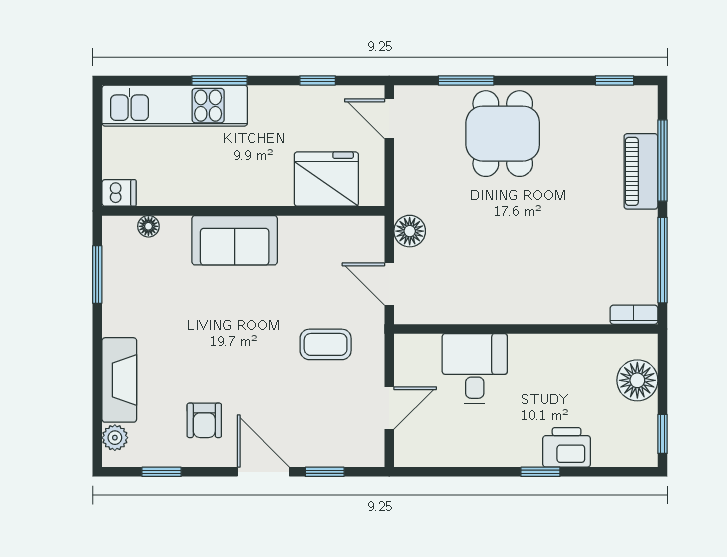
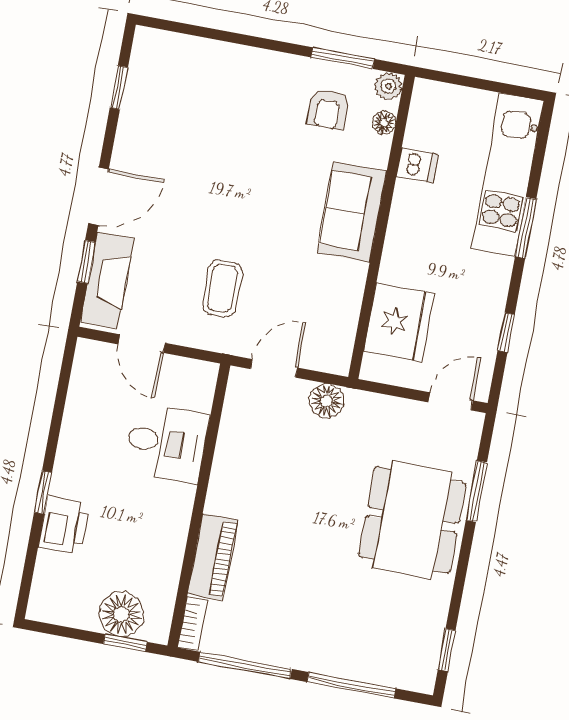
dining table: (503, 134) -> (412, 520), width x1.38
piano: (641, 171) -> (213, 557), moved, turned 90
dishwasher: (119, 193) -> (417, 165), moved, turned -90
fireplace: (119, 380) -> (107, 280), moved, turned -90
armchair: (204, 420) -> (328, 109), moved, turned -90
window: (663, 434) -> (125, 643), moved
plant: (115, 438) -> (388, 86), moved

